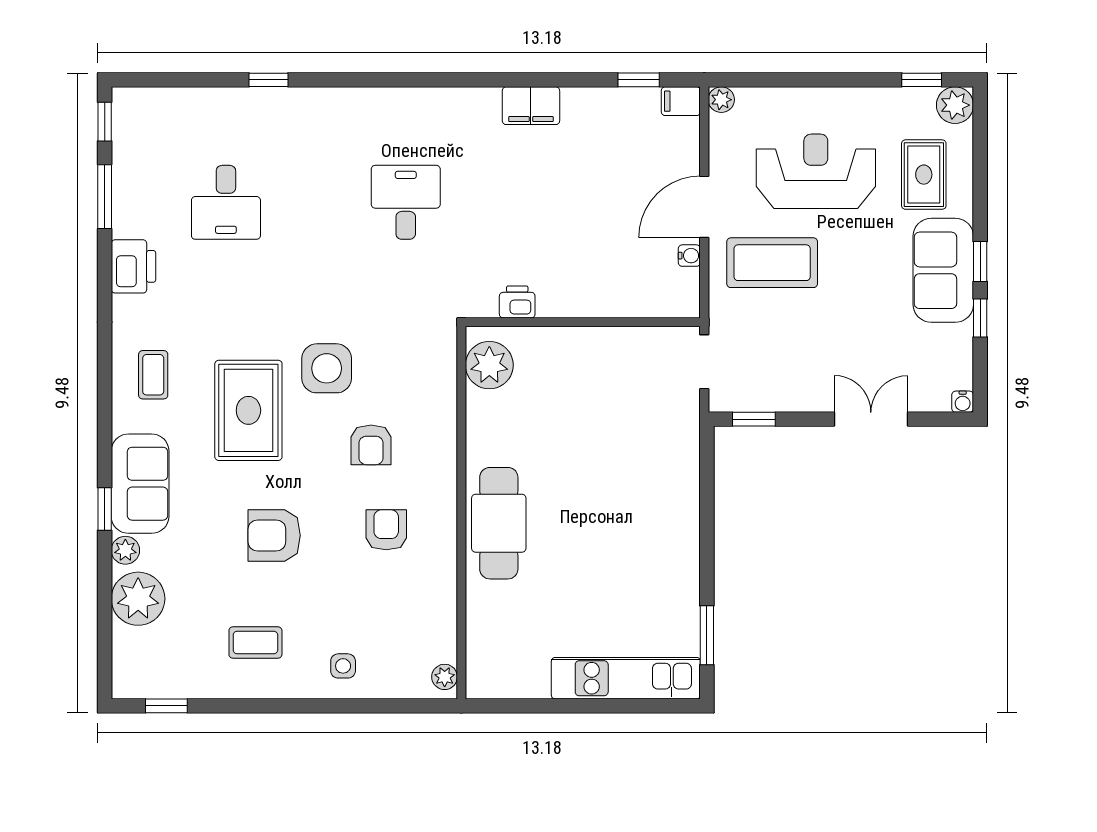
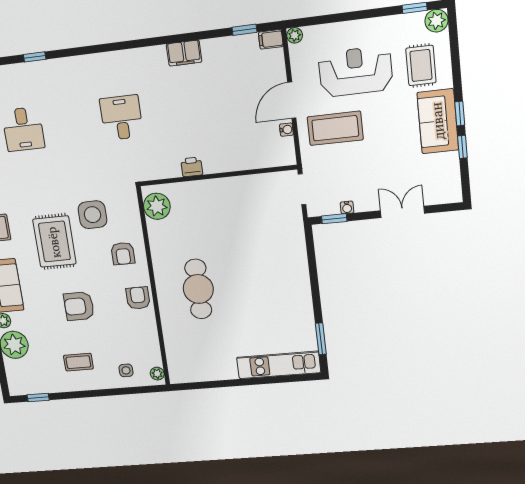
plant: (489, 365) -> (157, 206), moved
water cooler: (963, 402) -> (347, 208), moved
wall: (461, 513) -> (153, 287), moved
plant: (445, 677) -> (157, 374), moved

